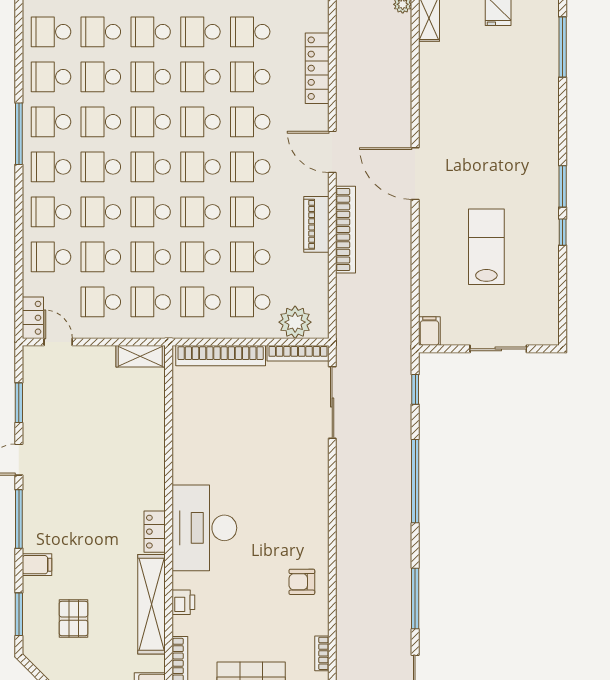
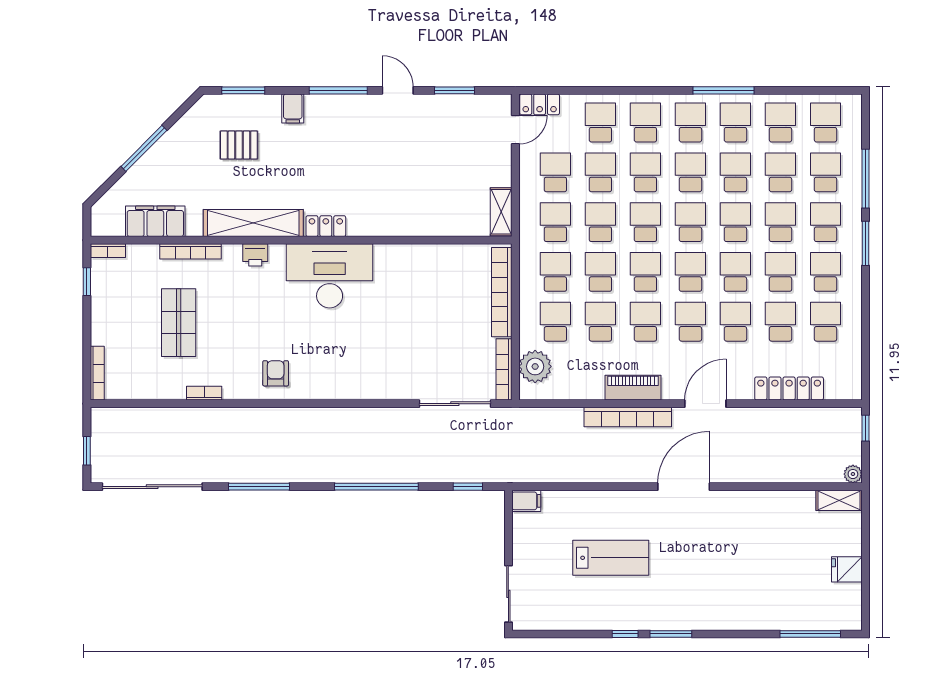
sliding door: (498, 349) -> (508, 594), moved

